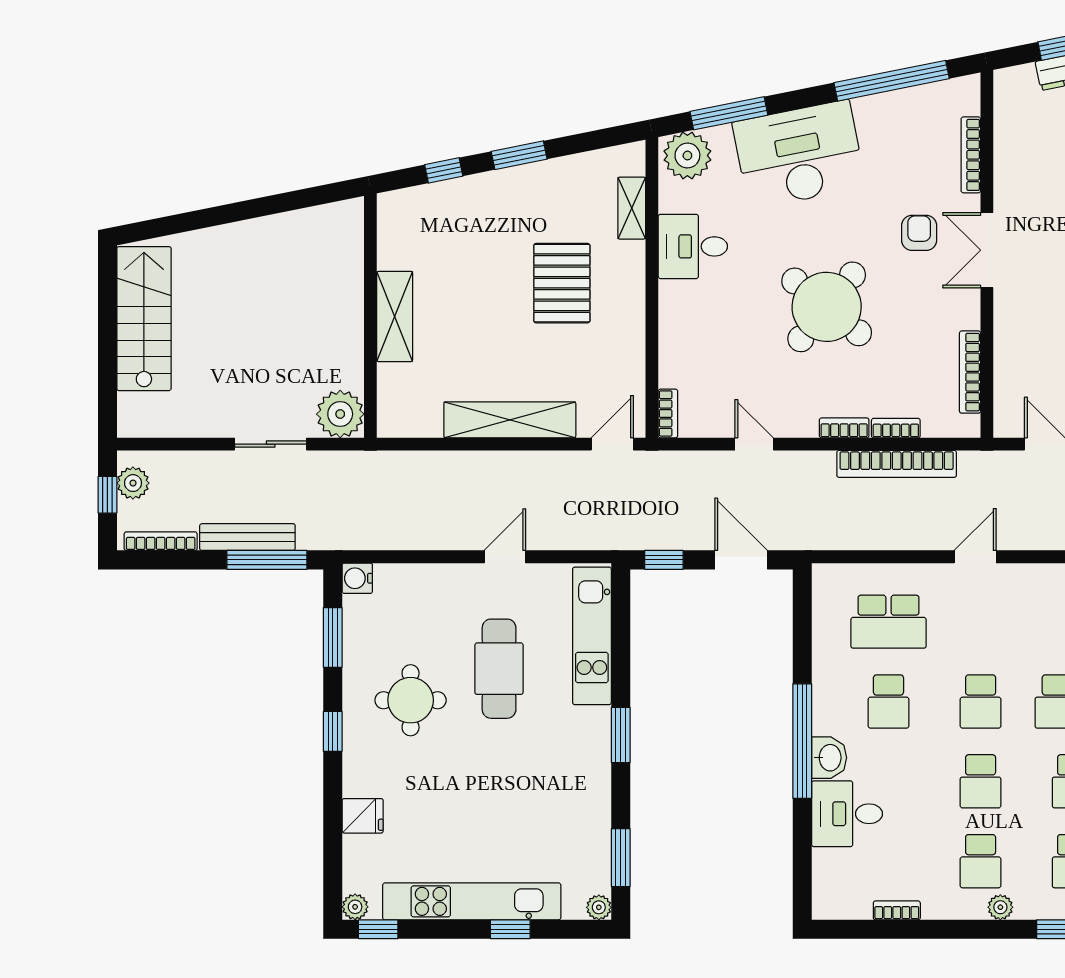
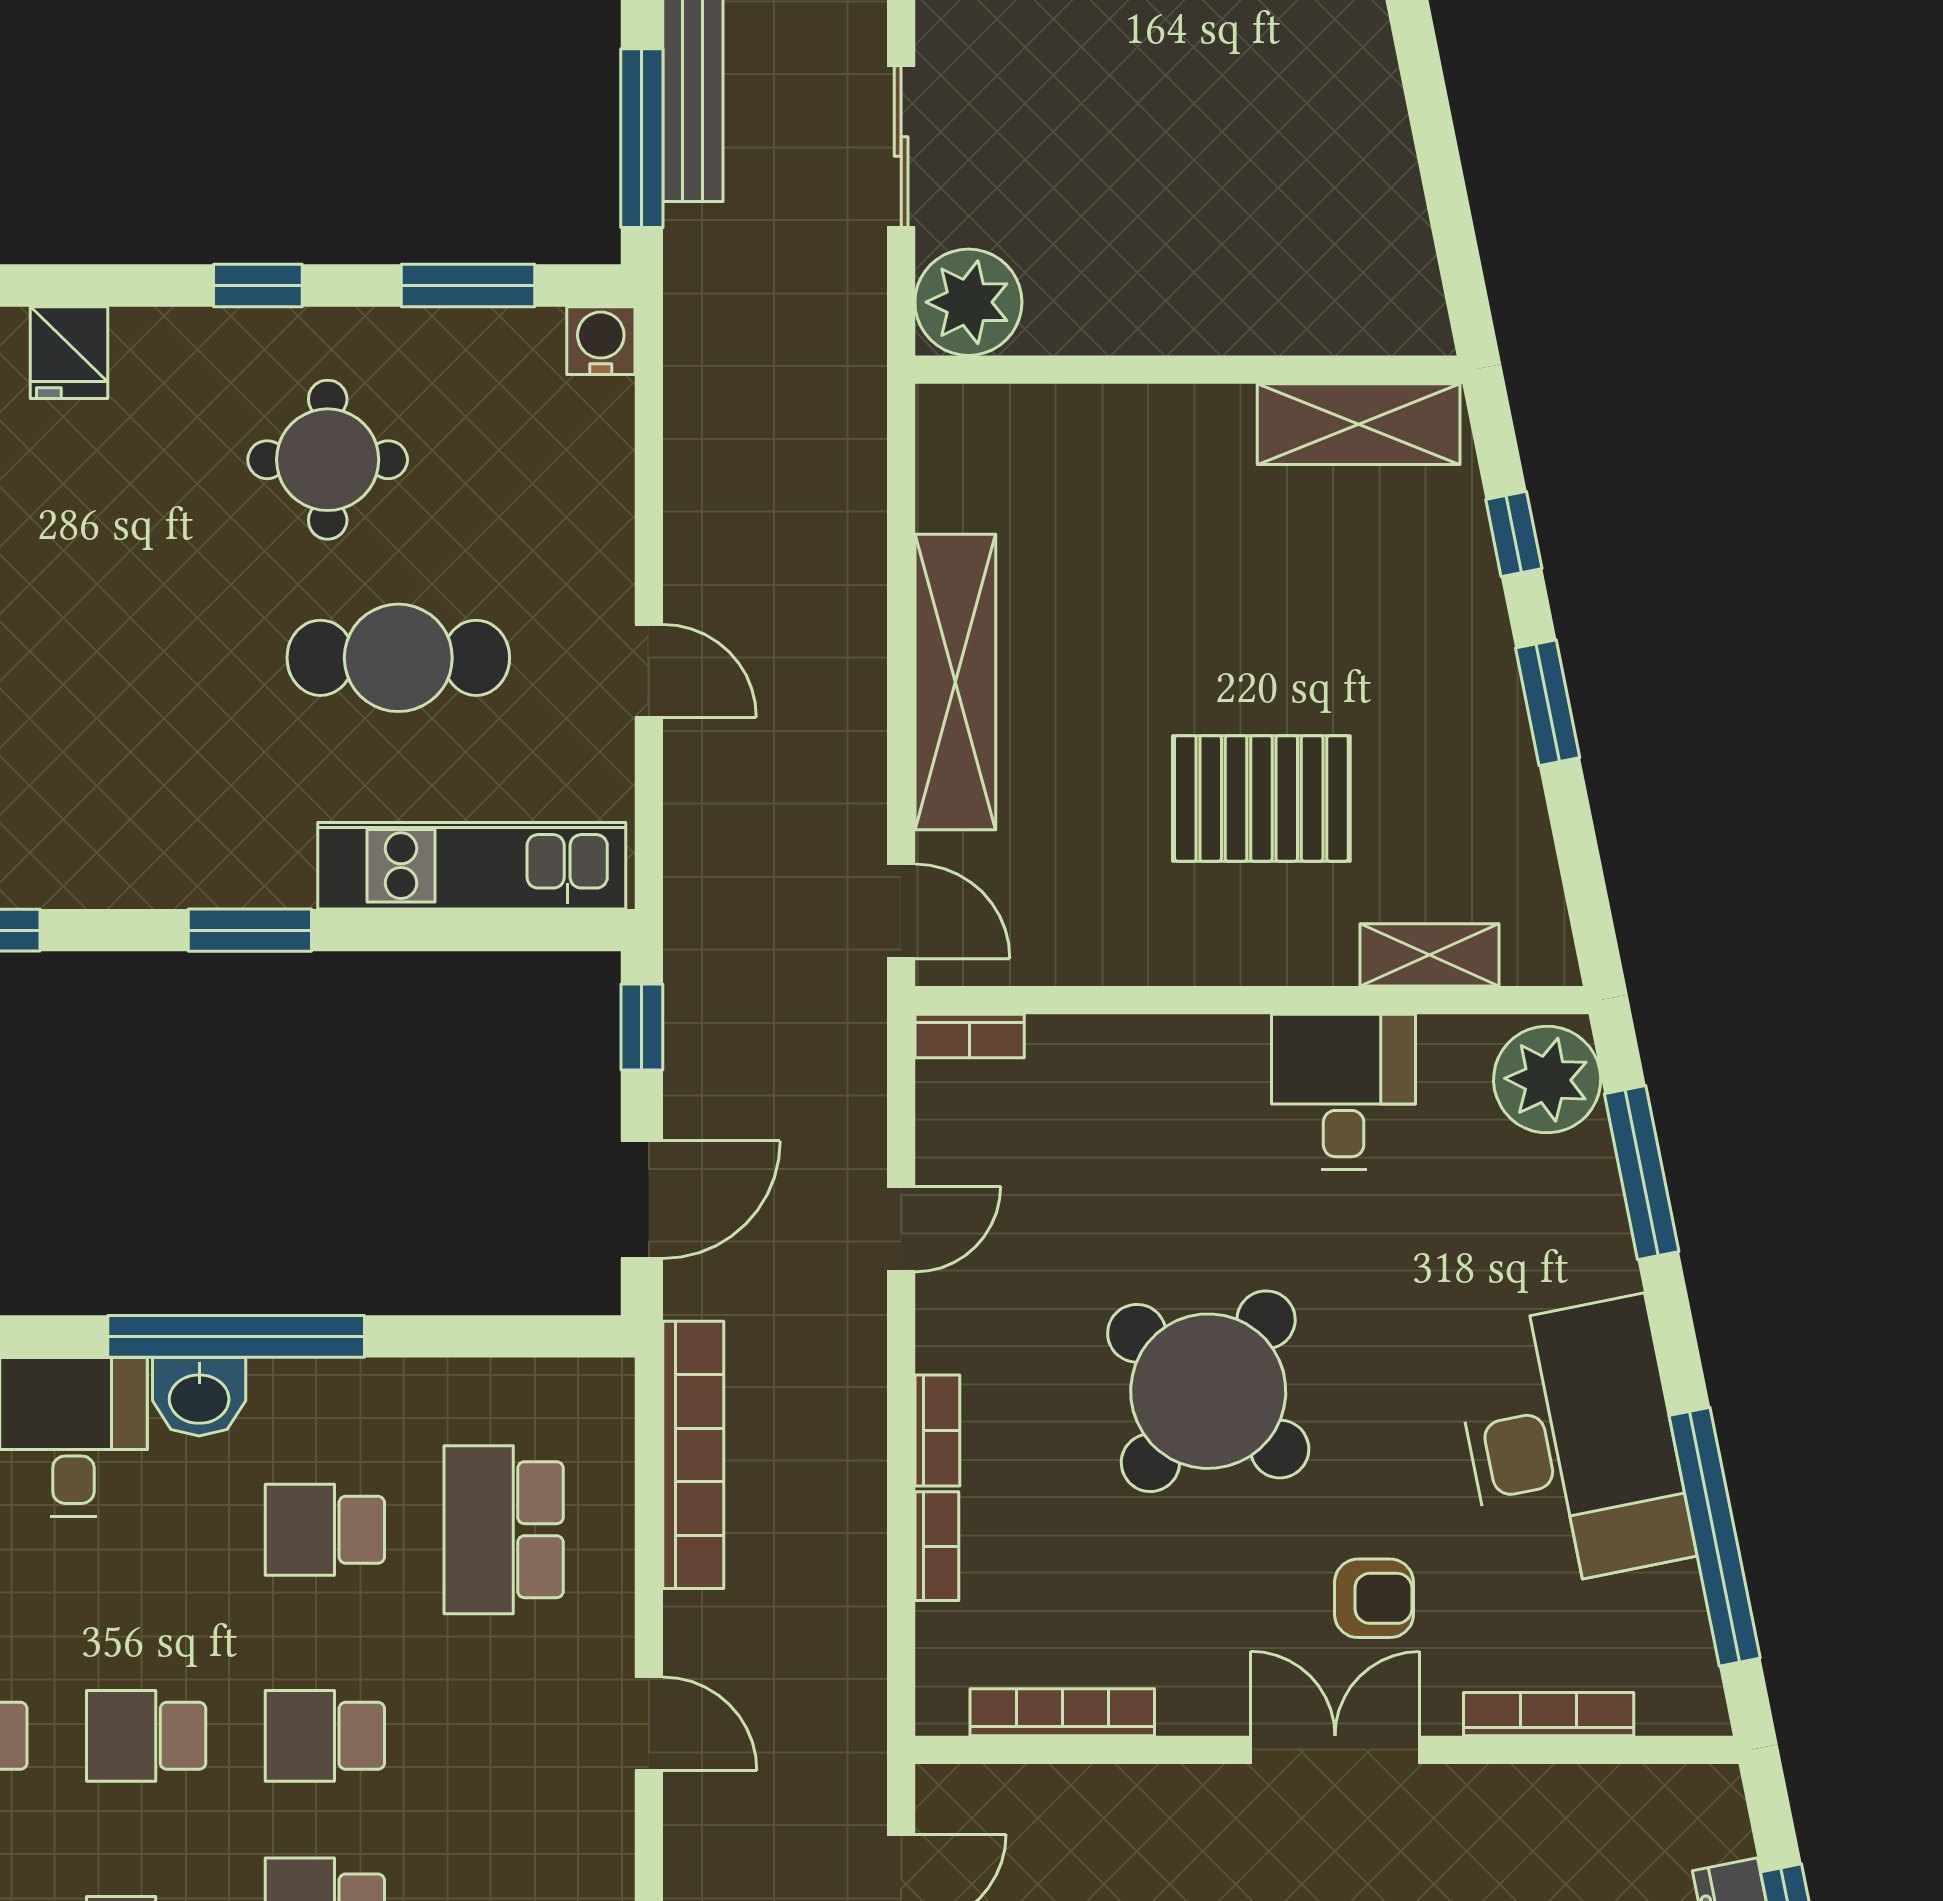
desk: (799, 155) -> (1572, 1444), moved
shelving: (395, 316) -> (1359, 424), moved
bookcase: (897, 464) -> (693, 1455), moved, turned 180

